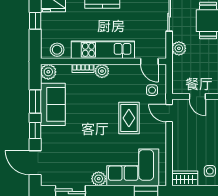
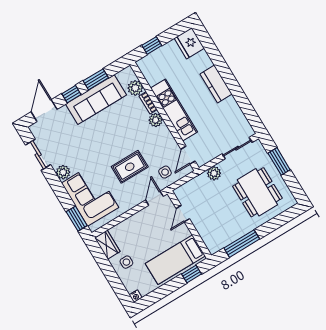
window: (35, 21) -> (152, 45), moved
stool: (57, 50) -> (151, 71), removed
plant: (48, 72) -> (135, 88), moved
sofa: (53, 104) -> (96, 100), width x1.36

